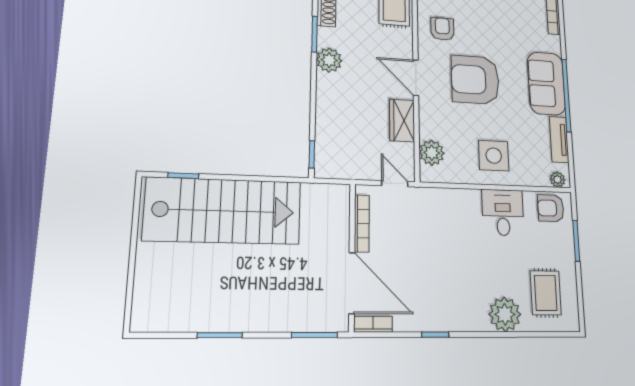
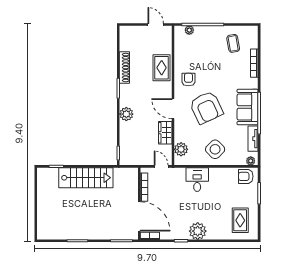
plant: (329, 60) -> (126, 114), moved
armchair: (475, 80) -> (206, 108), turned -115
side table: (494, 156) -> (215, 149), turned 45
stairs: (223, 211) -> (86, 178), width x0.73, depth x0.66
desk: (503, 213) -> (197, 180), moved
plant: (505, 314) -> (198, 231), moved

